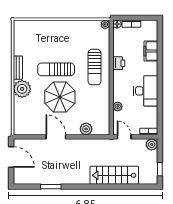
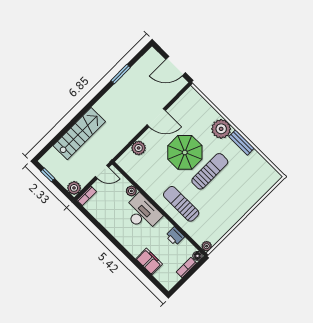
printer: (119, 63) -> (175, 236), moved
desk: (146, 91) -> (142, 213), moved, turned 180

